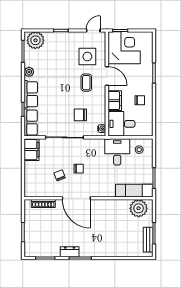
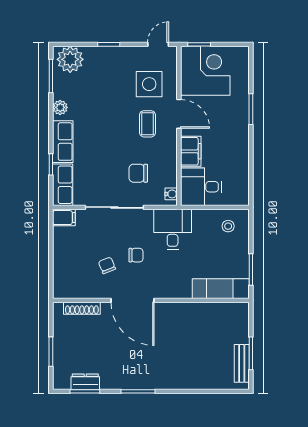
chair: (140, 100) -> (229, 151), removed
filing cabinet: (31, 150) -> (64, 218), width x0.50
desk: (117, 152) -> (173, 229), moved
plant: (139, 208) -> (227, 315), removed
dresser: (70, 252) -> (85, 382), moved

